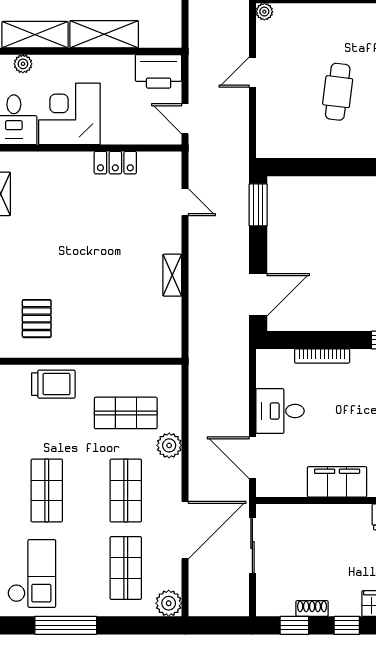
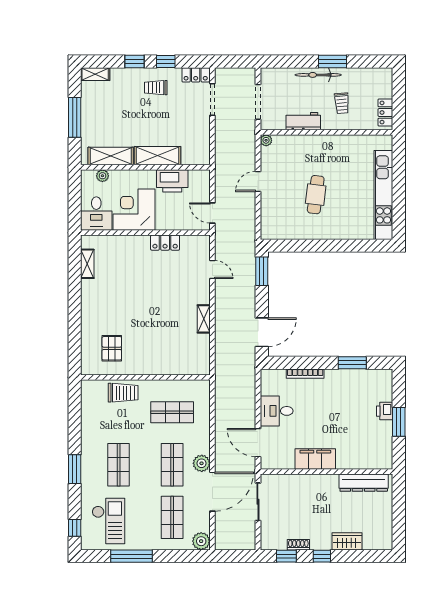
printer: (159, 71) -> (172, 181), moved
plant: (169, 445) -> (202, 463), moved

